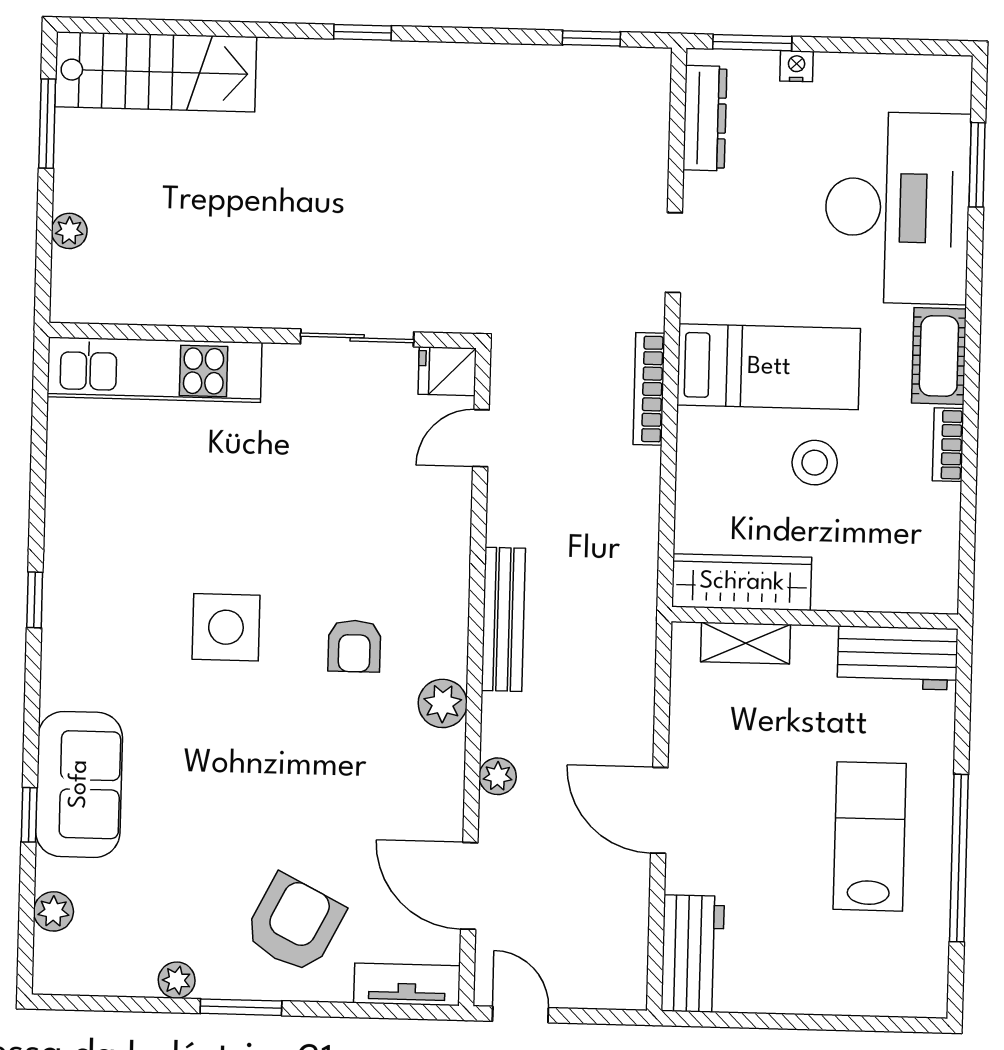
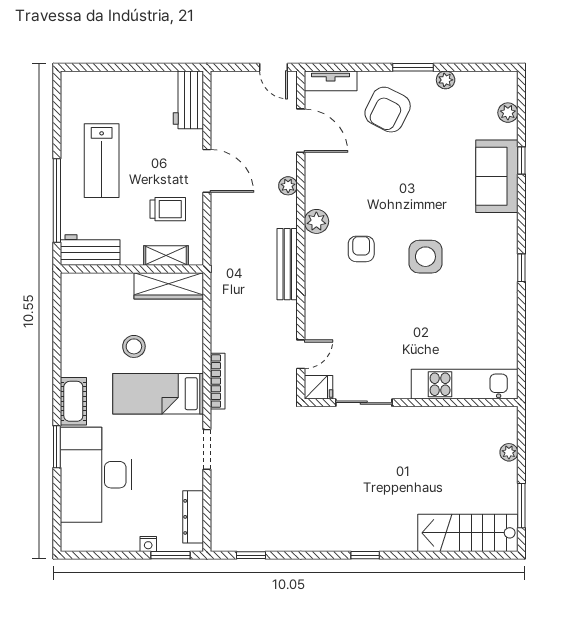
window: (977, 165) -> (57, 447), moved
bookcase: (948, 445) -> (68, 357), removed
trolley: (740, 736) -> (168, 209), added
window: (959, 858) -> (57, 200), moved

